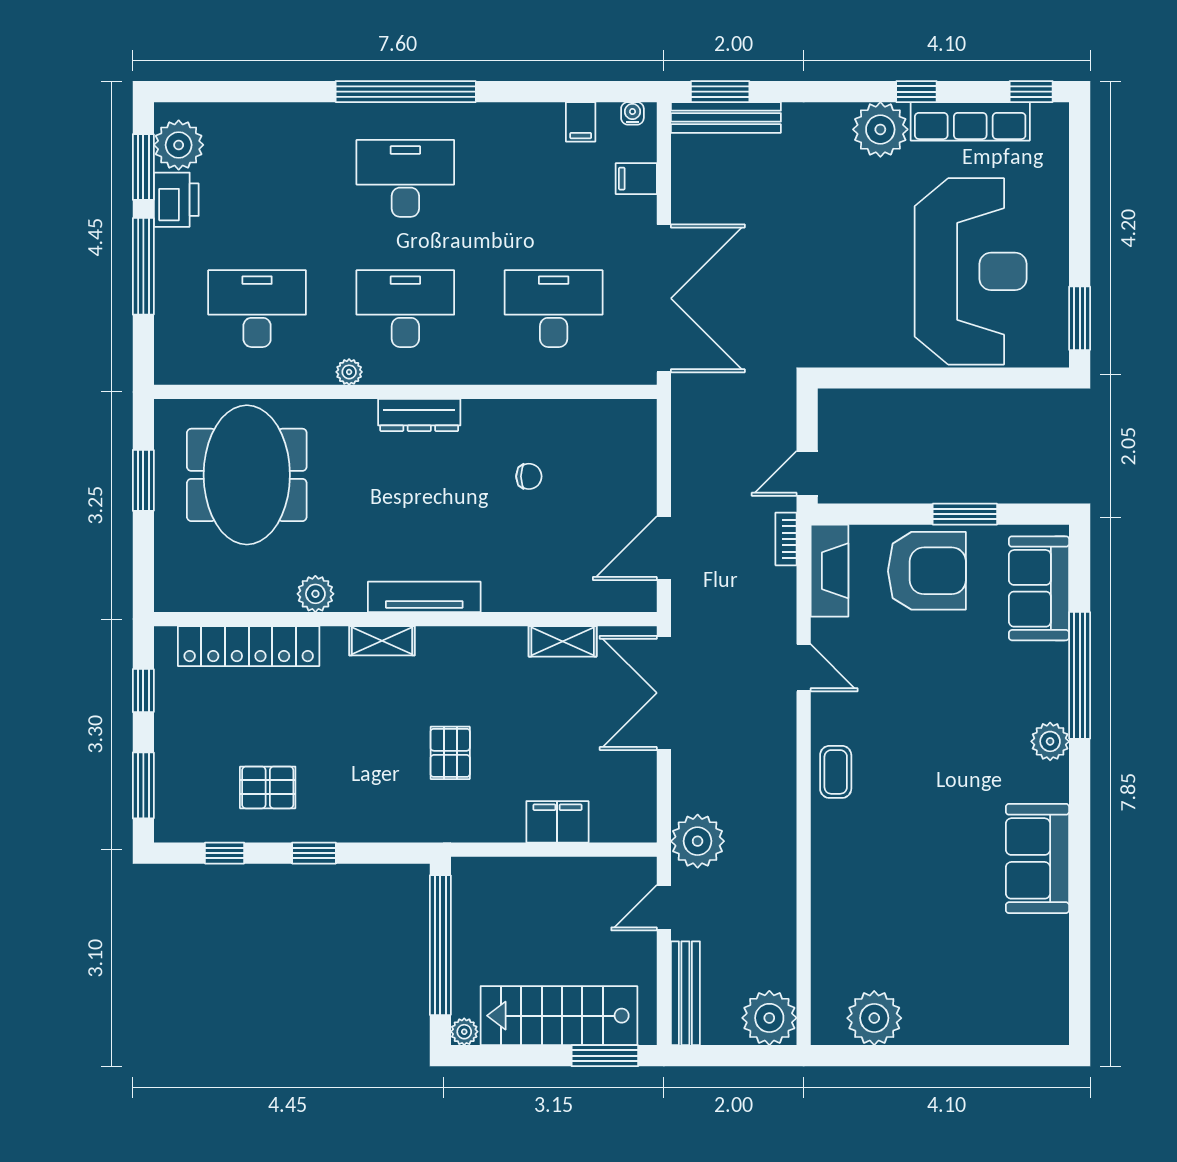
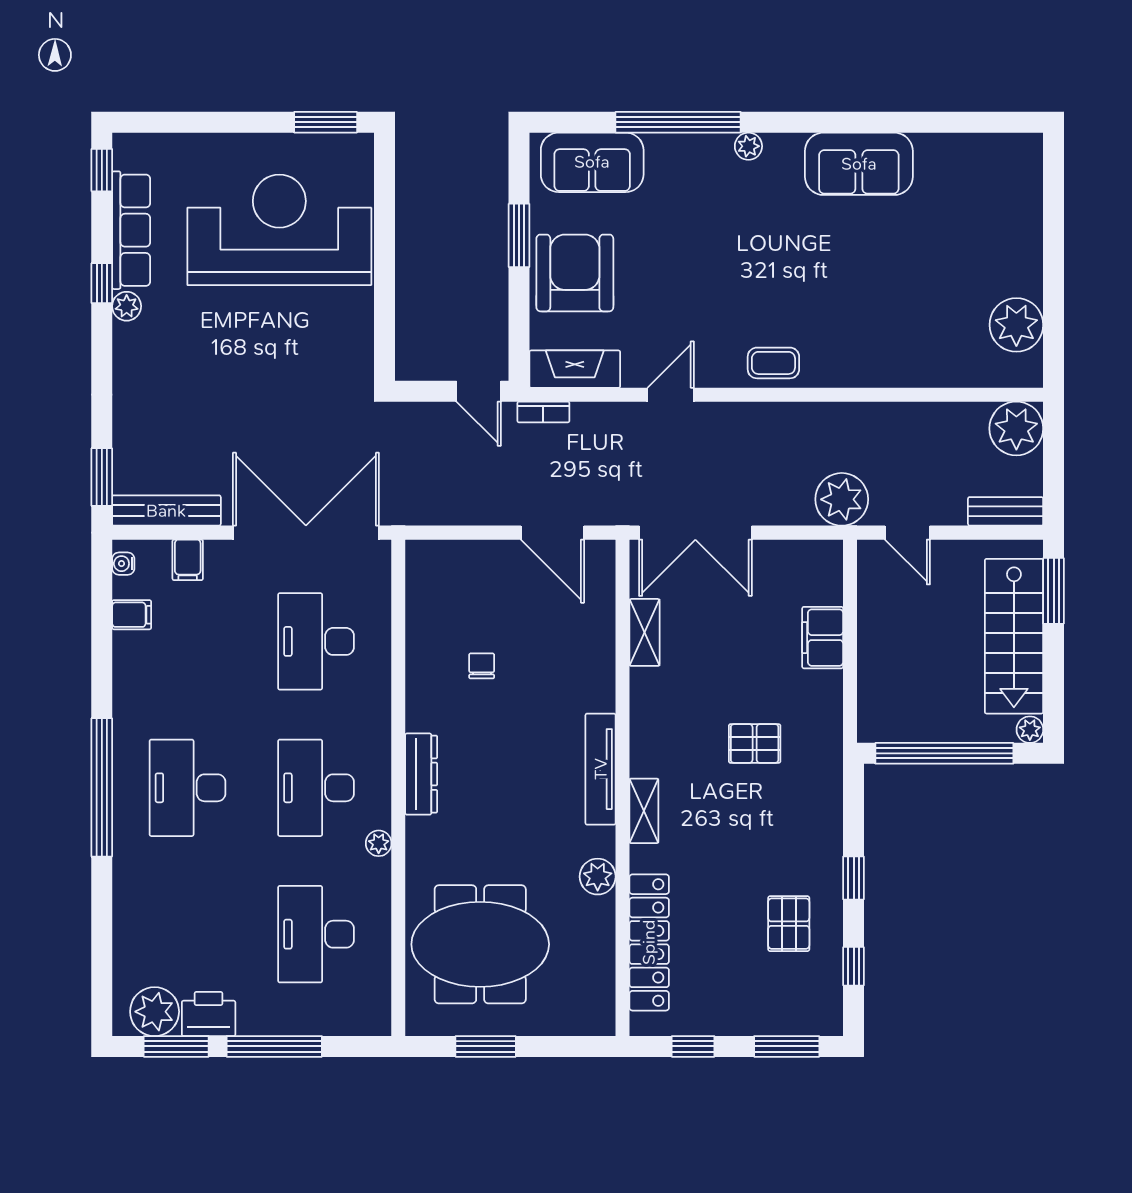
bench: (726, 117) -> (166, 511), moved, turned 90
plant: (880, 129) -> (127, 306), width x0.53, depth x0.53
plant: (1050, 741) -> (748, 146), width x0.73, depth x0.73
bench: (685, 993) -> (1006, 511), width x0.73

